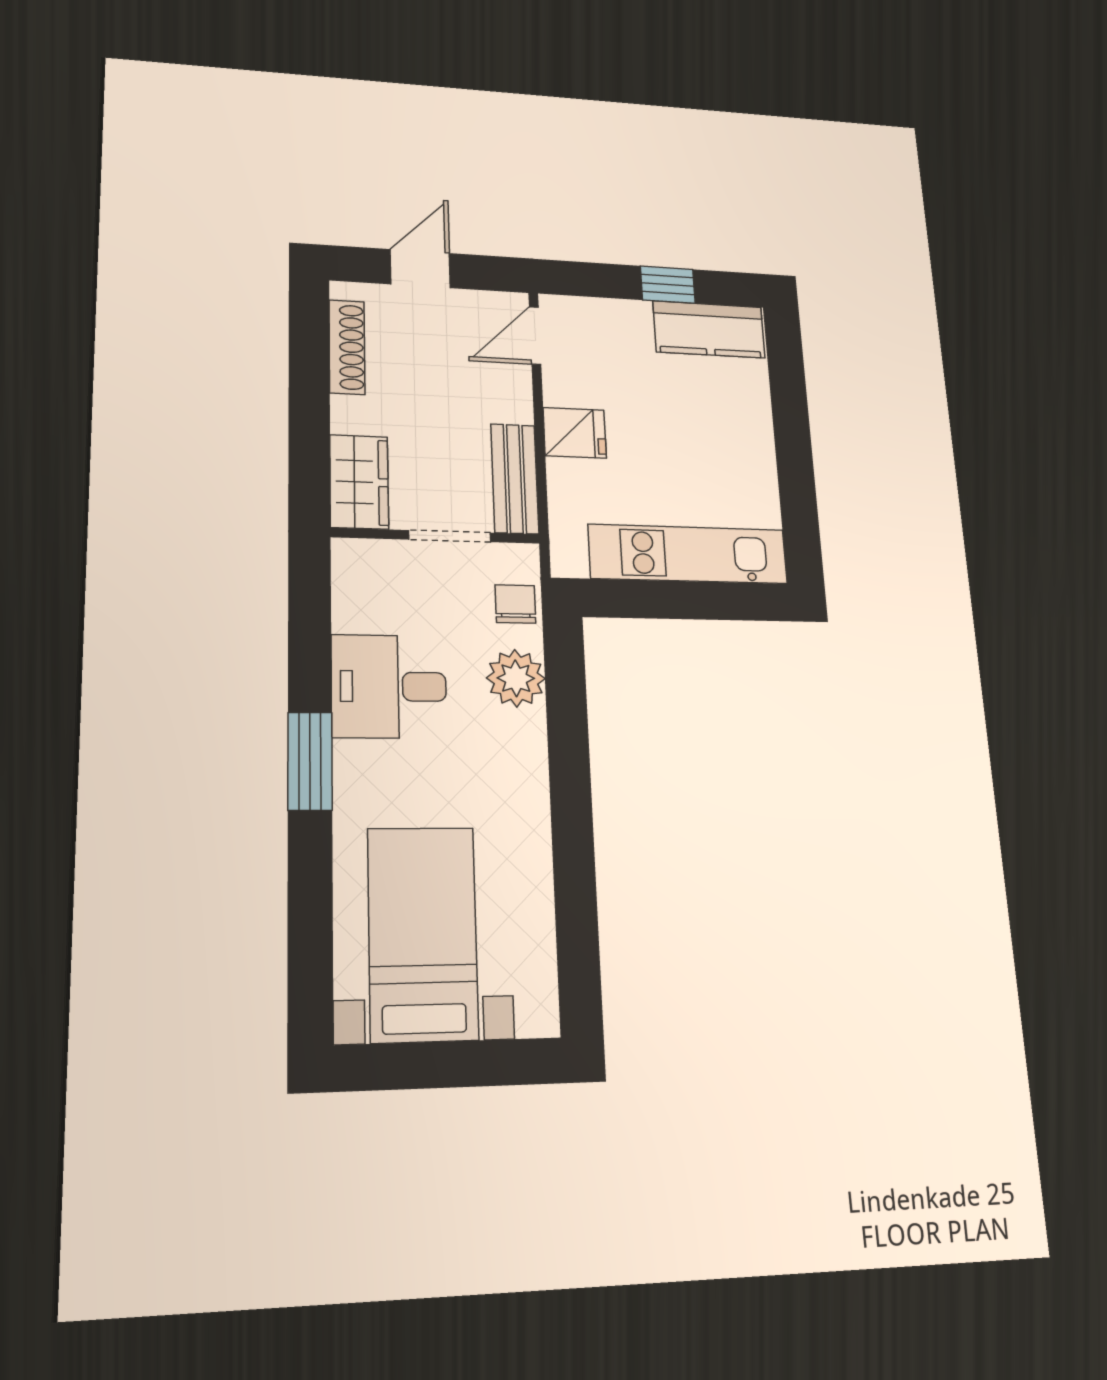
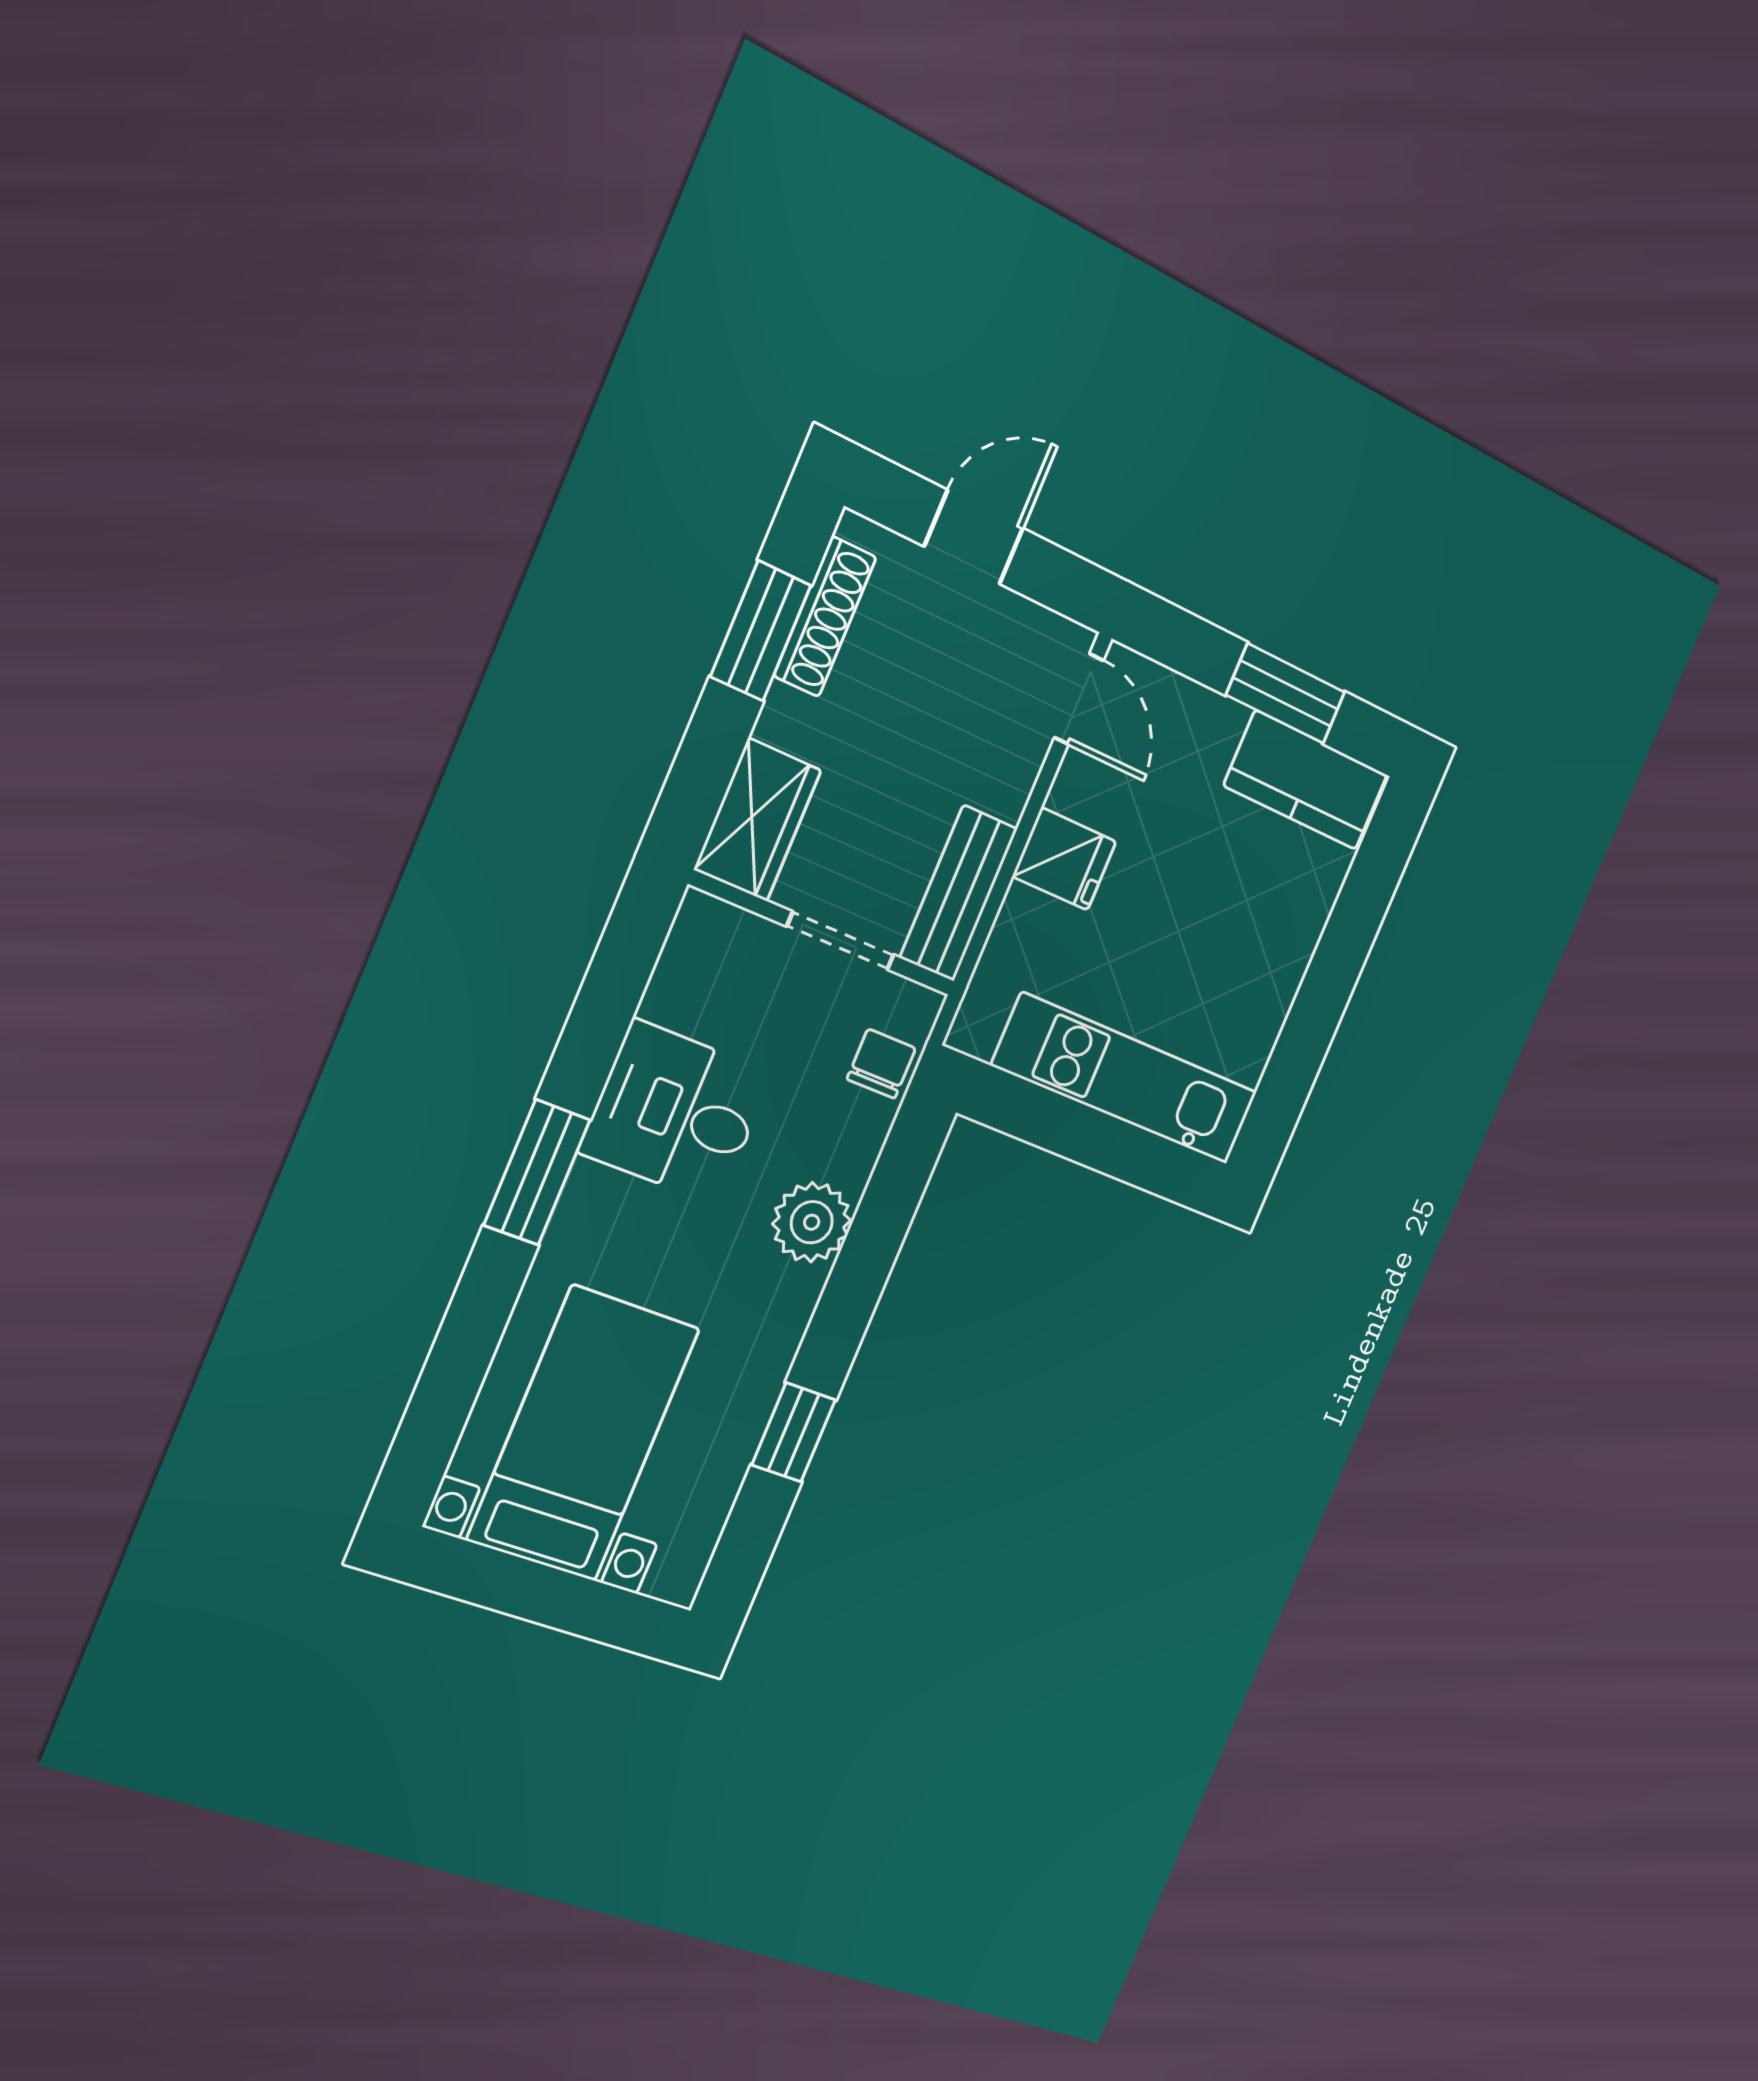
window: (668, 285) -> (1286, 693), width x1.50
door: (535, 336) -> (1079, 699), swing flipped
window: (309, 370) -> (761, 631), added
plant: (516, 678) -> (812, 1222), moved
window: (575, 877) -> (794, 1432), added

